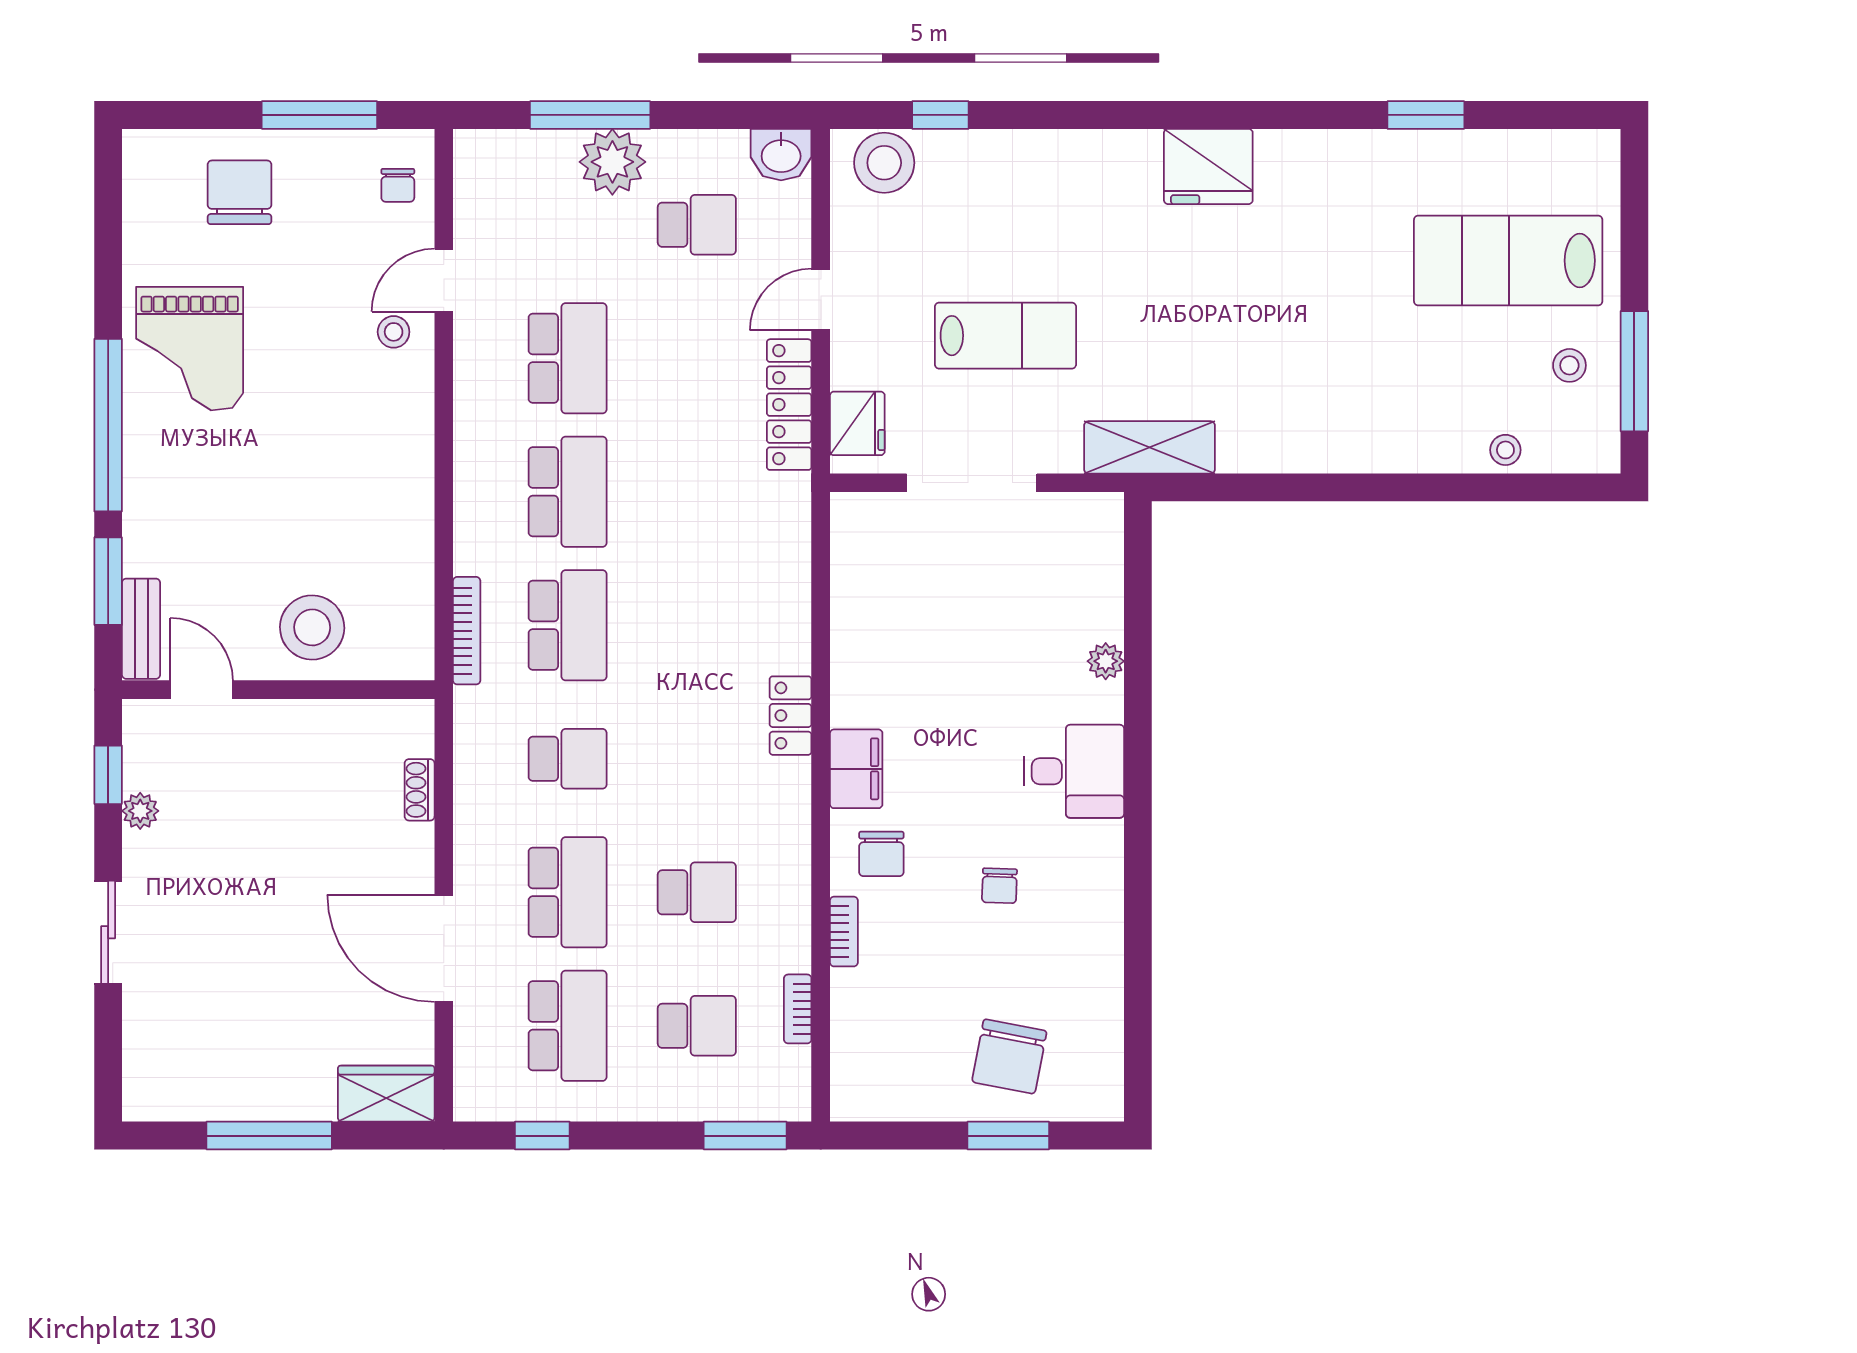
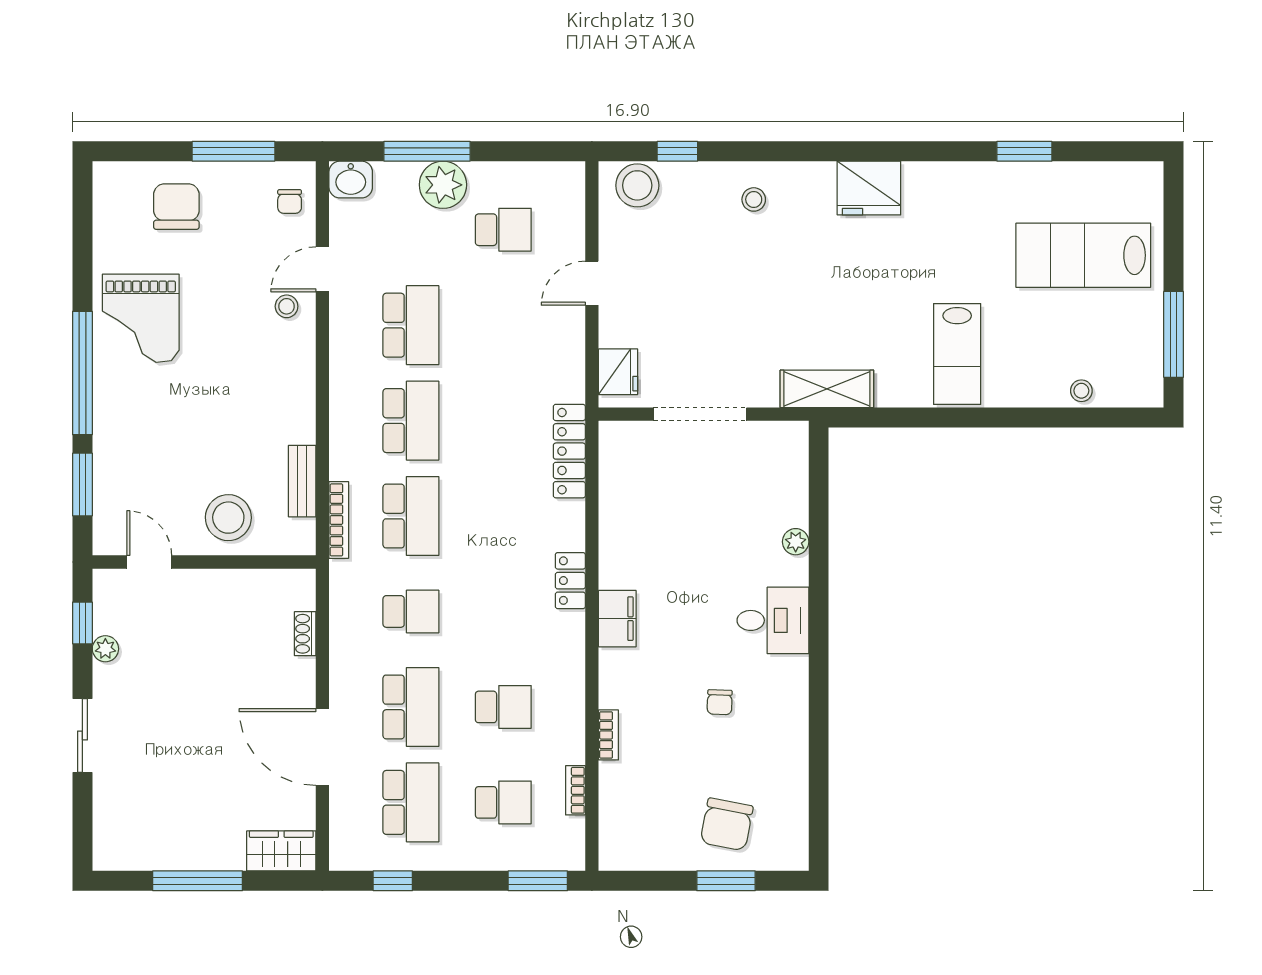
washbasin: (781, 155) -> (351, 180), moved
lab bench: (1005, 336) -> (957, 354), moved, turned 90
stool: (1569, 365) -> (754, 199), moved
locker: (789, 405) -> (569, 451), moved
bench: (141, 629) -> (302, 481), moved
chair: (881, 854) -> (635, 679), removed

